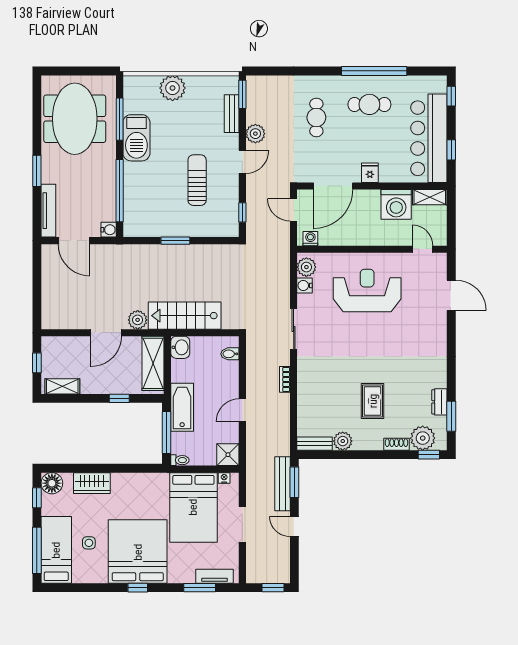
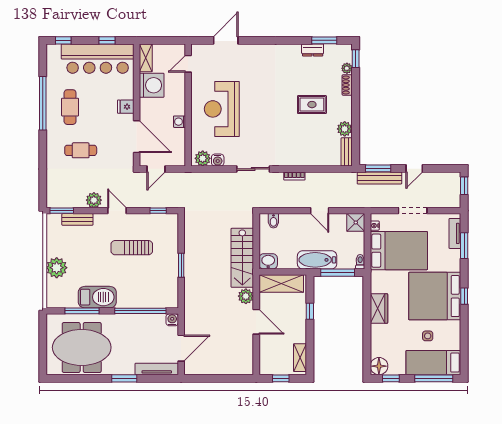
washing machine: (310, 239) -> (179, 122), moved
plant: (423, 438) -> (347, 68), width x0.53, depth x0.53
wardrobe: (92, 483) -> (379, 308), moved

